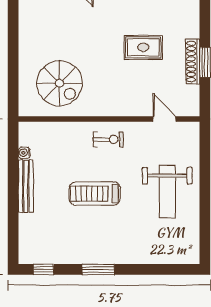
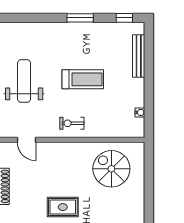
rug: (143, 47) -> (63, 207), moved
bench: (26, 186) -> (139, 56), moved

